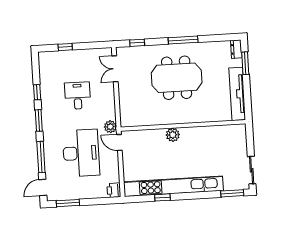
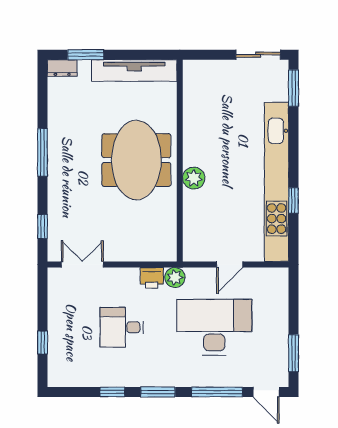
double door: (115, 69) -> (82, 265), swing flipped
meeting table: (177, 78) -> (136, 160), moved
door: (119, 142) -> (230, 265), moved
printer: (114, 190) -> (152, 278), moved

